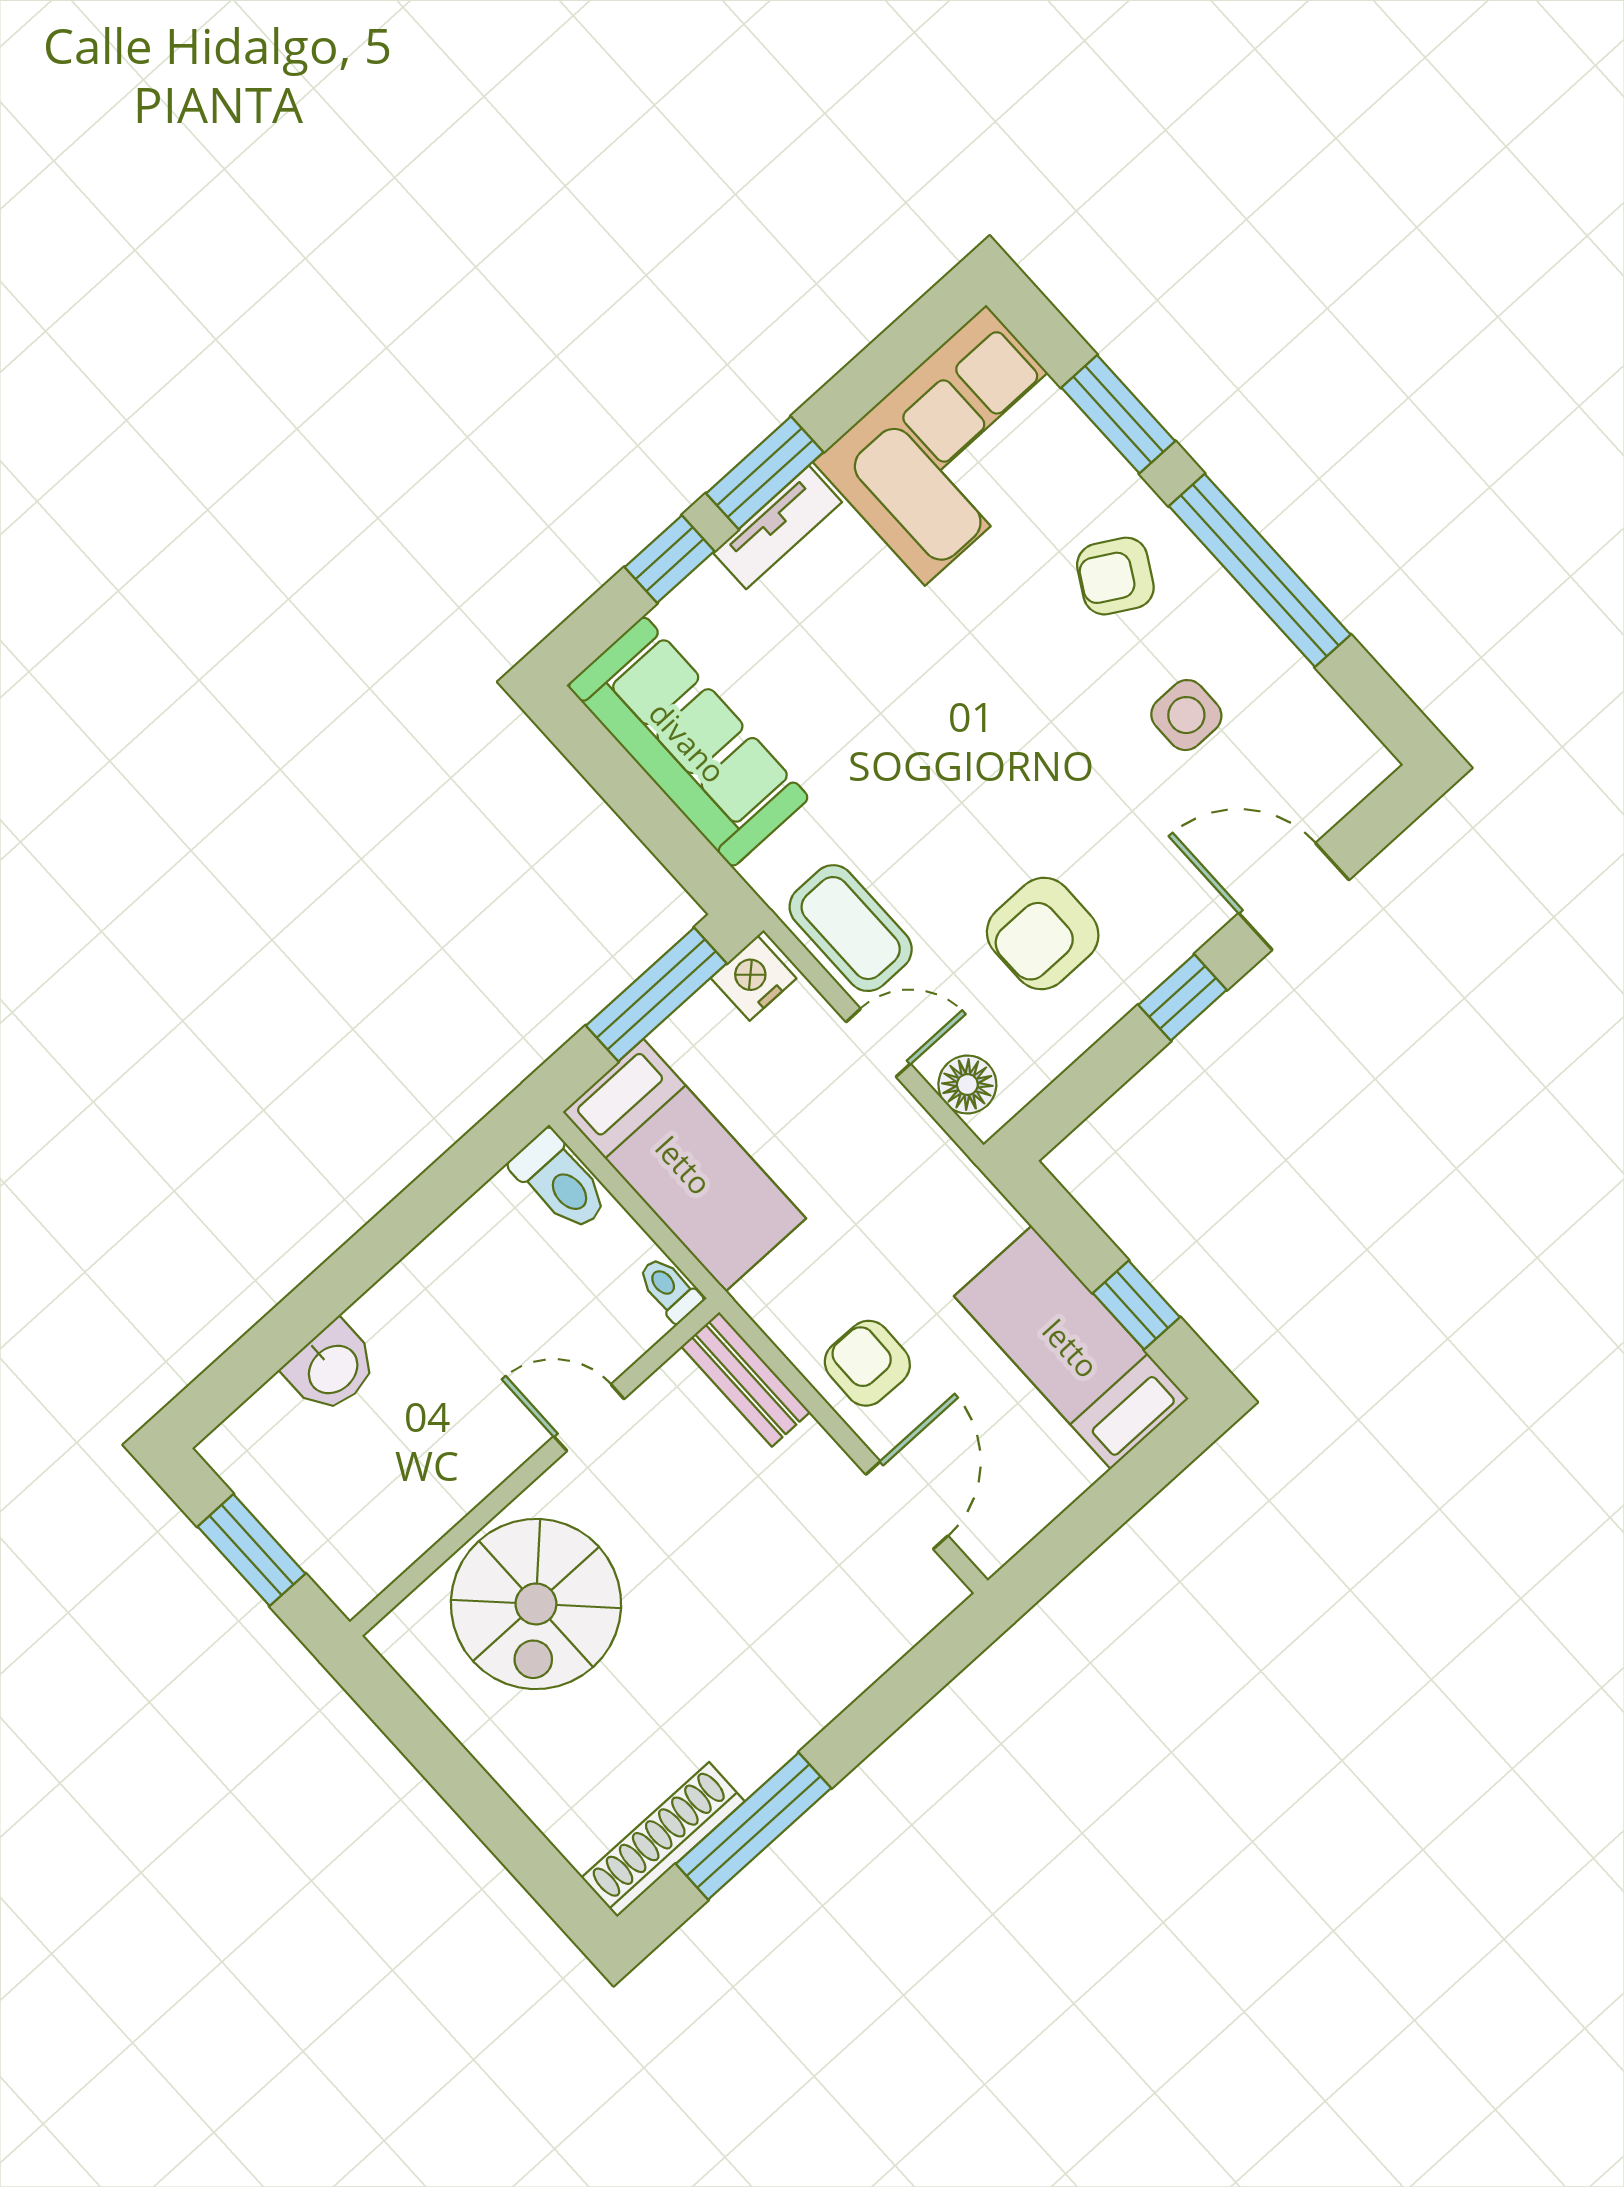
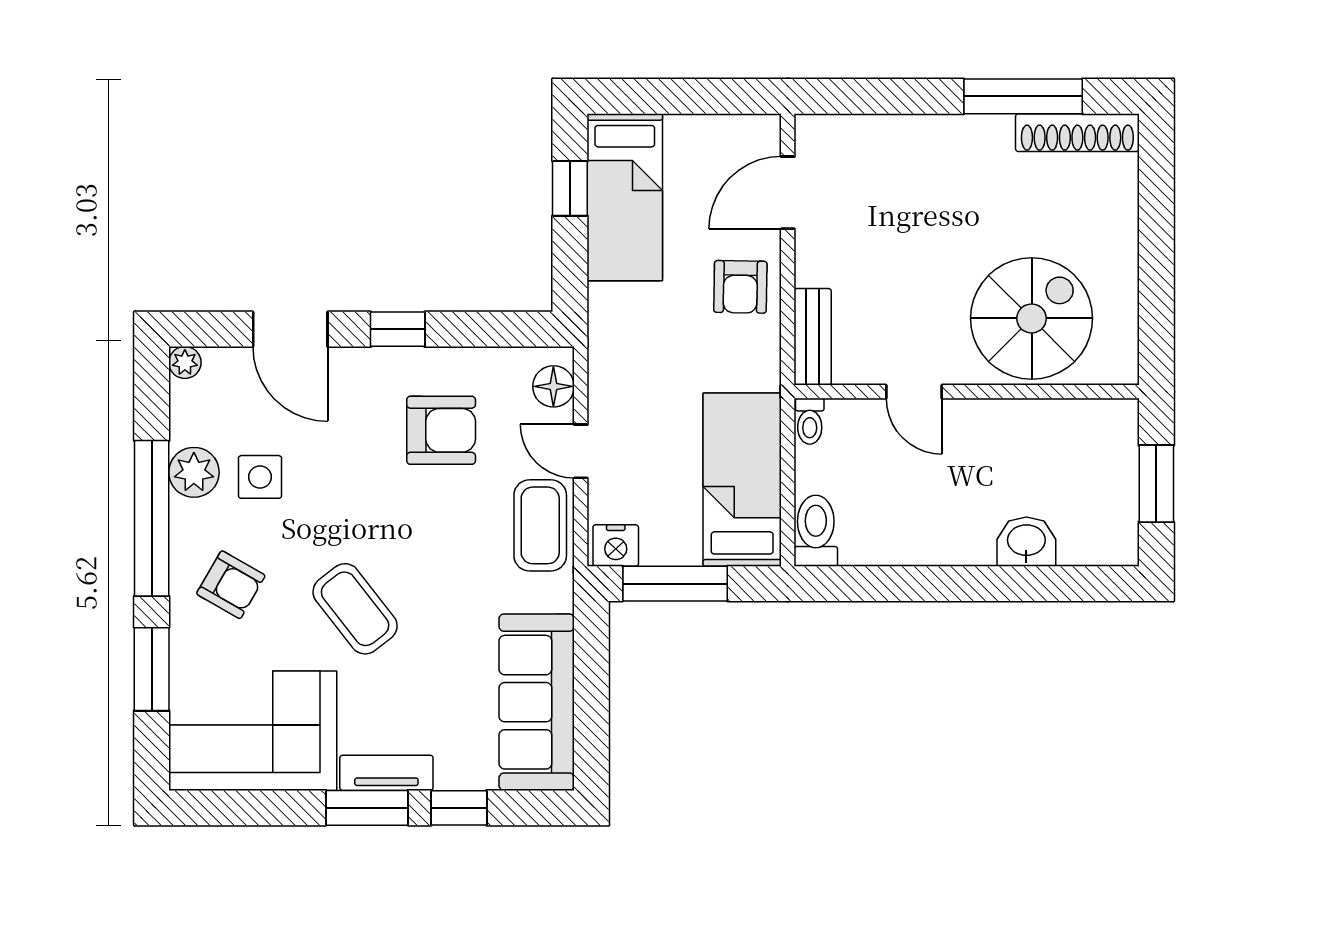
plant: (1259, 658) -> (194, 472), added
coffee table: (964, 668) -> (355, 609), added
plant: (1372, 763) -> (185, 362), added

